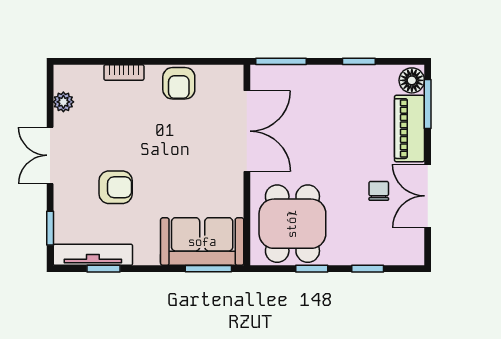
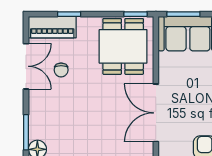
piano: (409, 129) -> (52, 27), moved, turned 90
window: (312, 269) -> (136, 14), moved

